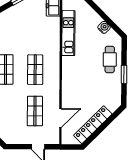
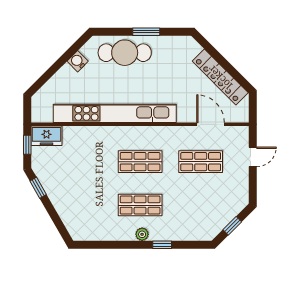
kitchen unit: (68, 33) -> (115, 113), width x1.86
cafe table: (110, 59) -> (125, 53), width x1.37, depth x1.35

